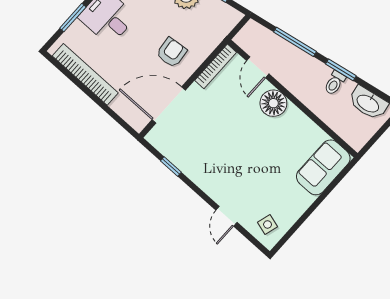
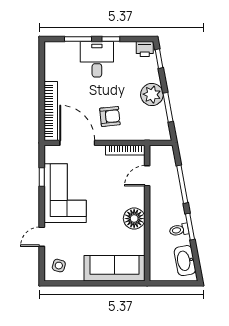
bookcase: (85, 74) -> (51, 111), moved
floor lamp: (273, 103) -> (134, 219), moved
corner sofa: (205, 158) -> (65, 193), added
sofa: (323, 167) -> (114, 268), width x1.36

